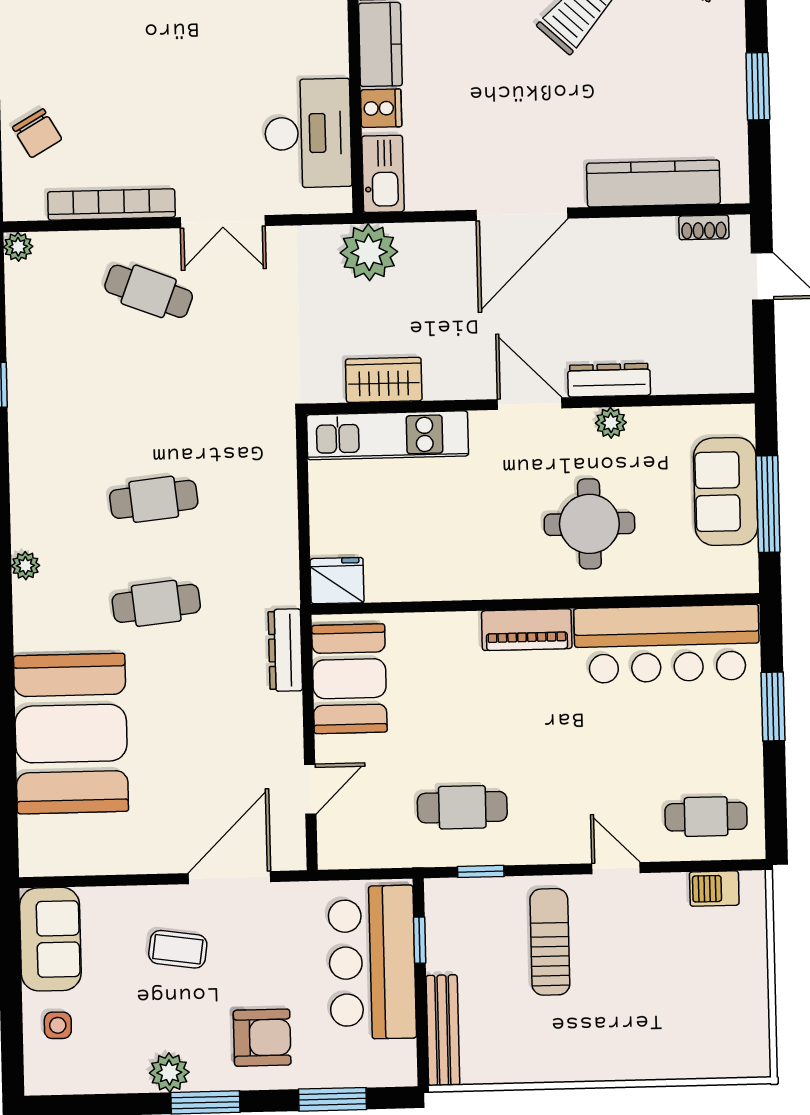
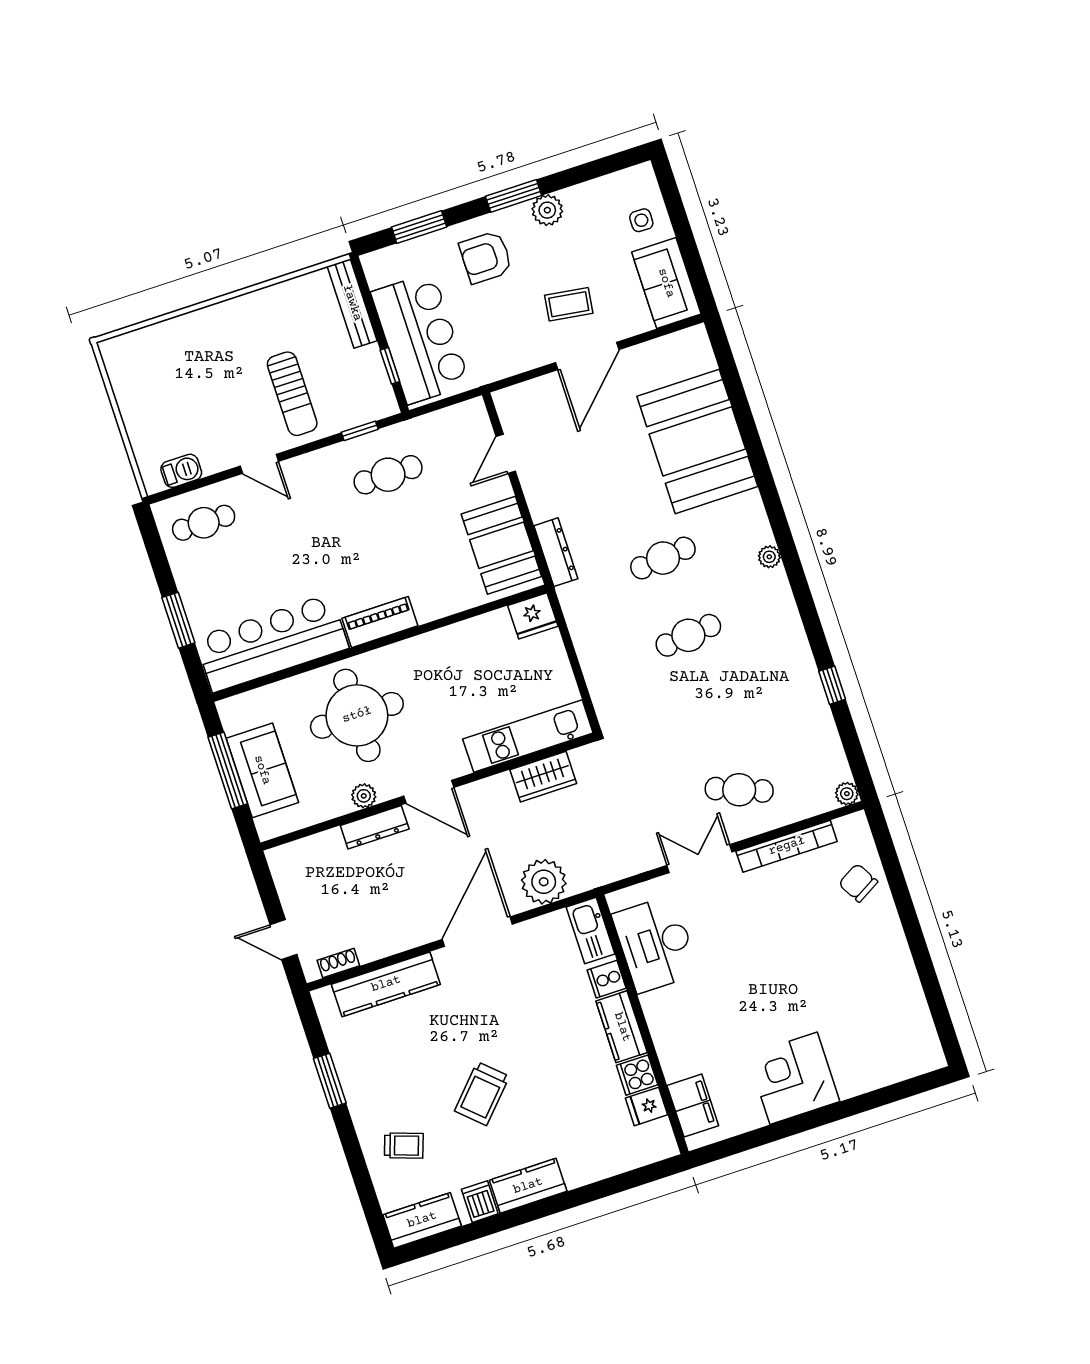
plant: (369, 252) -> (544, 882), moved
round table: (589, 524) -> (357, 715), width x1.36, depth x1.36
door: (229, 878) -> (587, 356), moved

